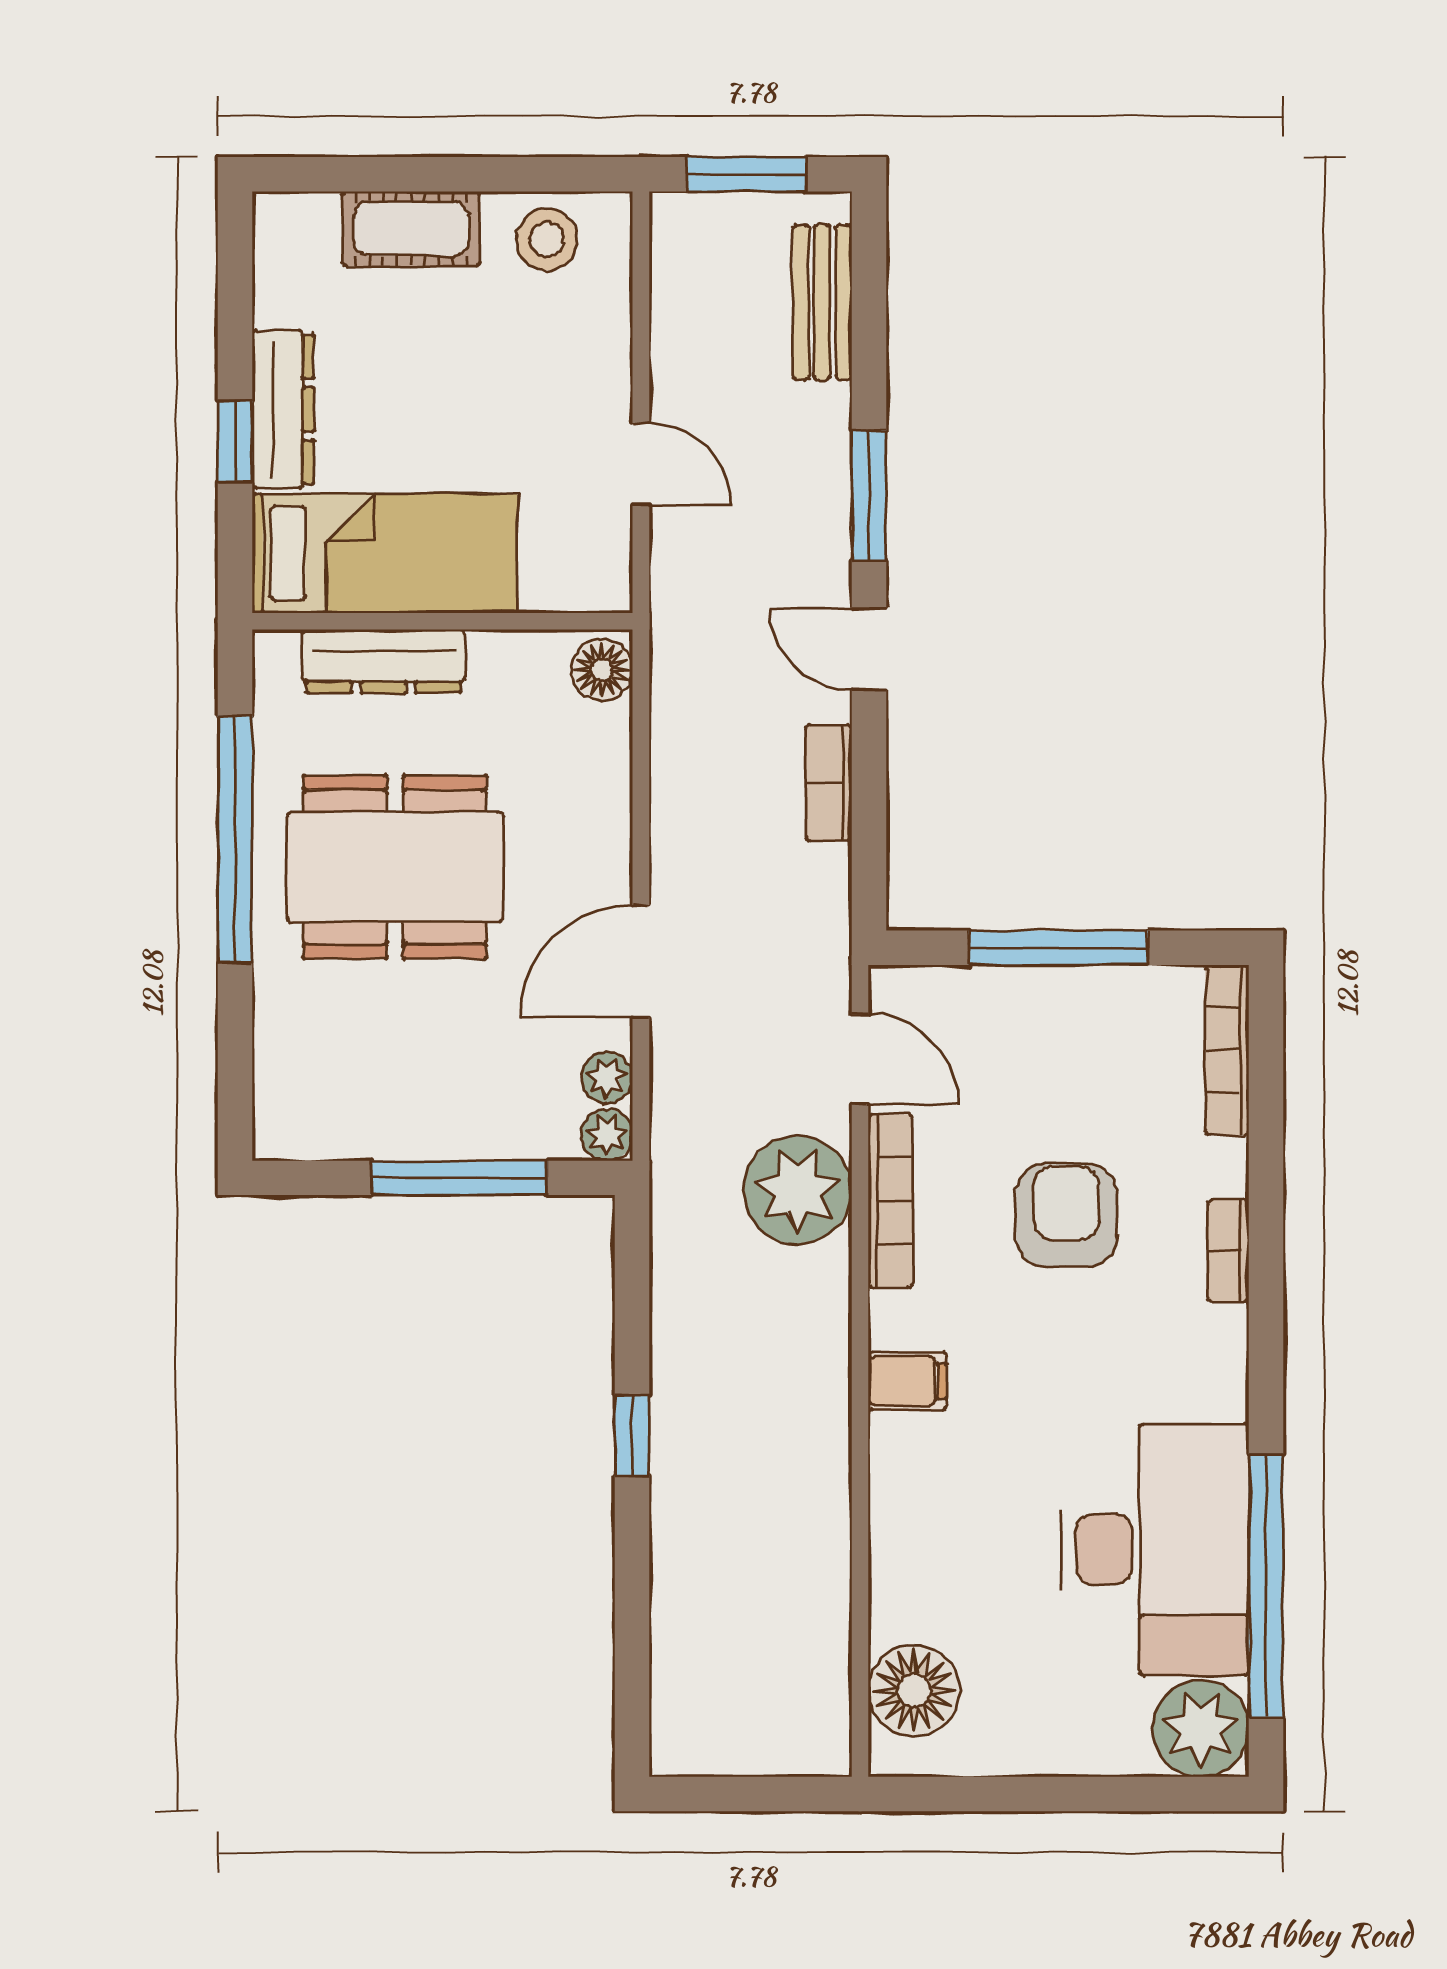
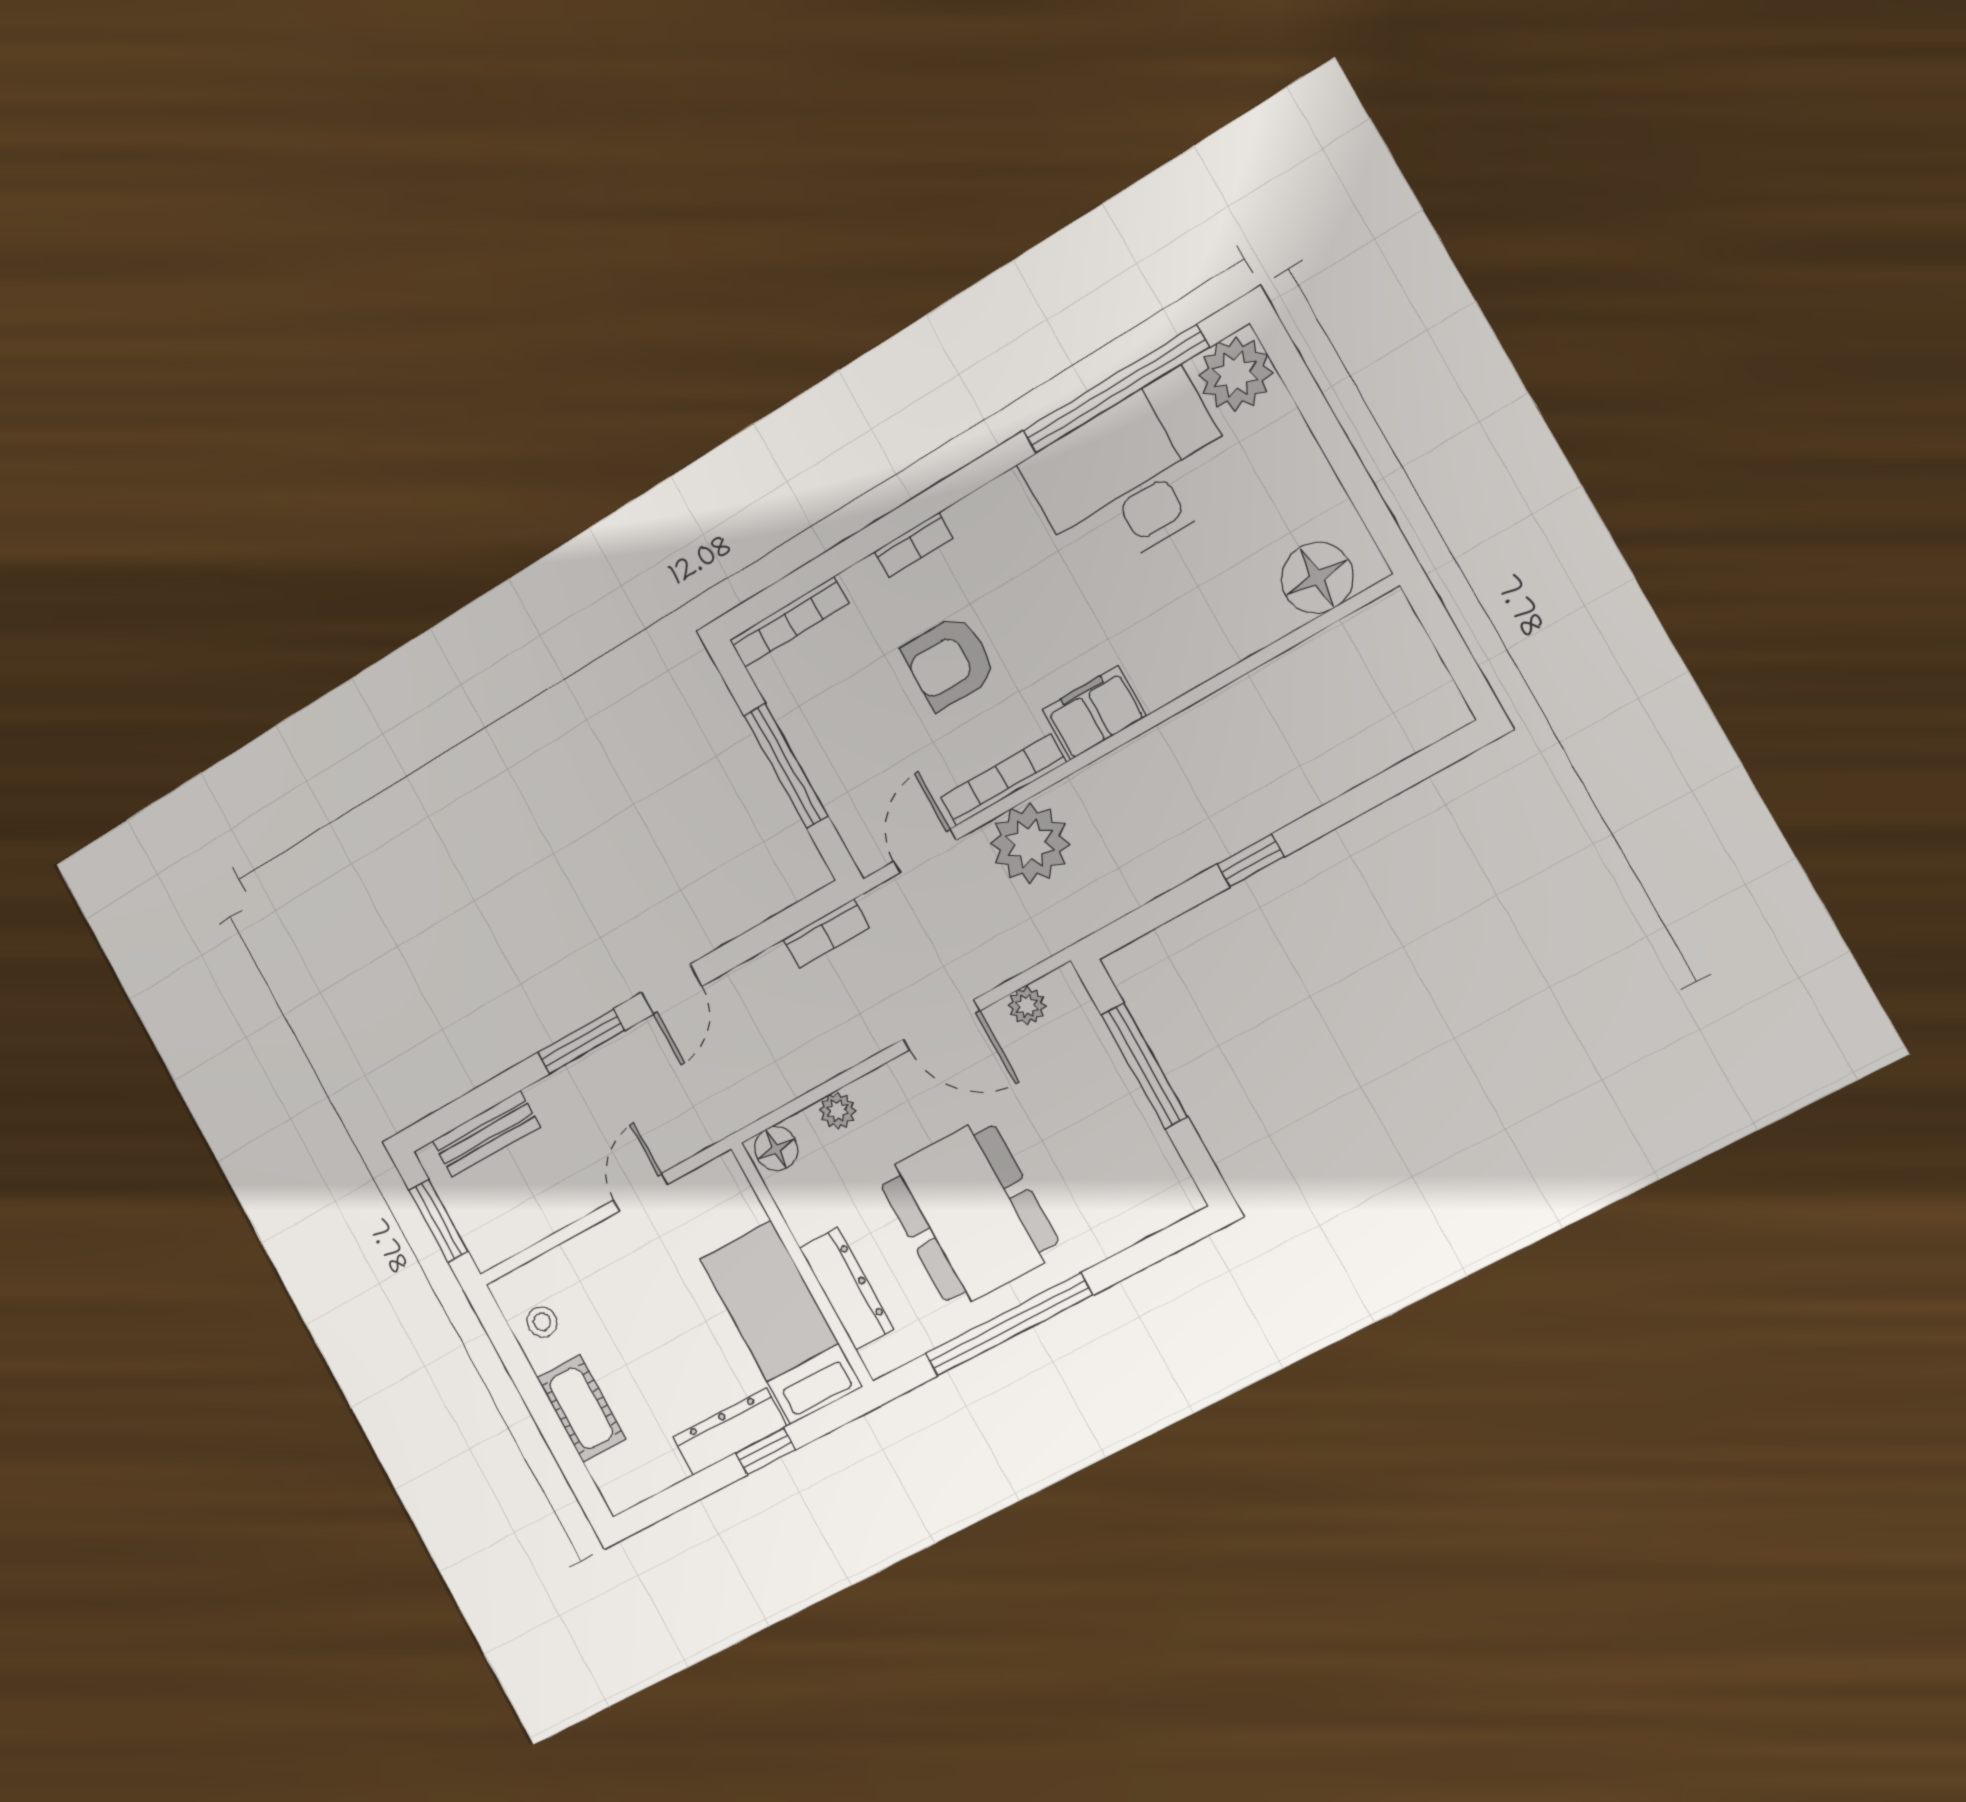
stool: (547, 240) -> (542, 1322), width x0.73, depth x0.73
bookcase: (829, 783) -> (826, 934), moved
plant: (607, 1135) -> (838, 1111), moved
filing cabinet: (907, 1381) -> (1094, 713), width x2.00

